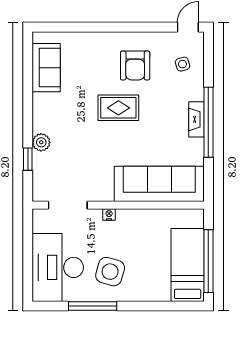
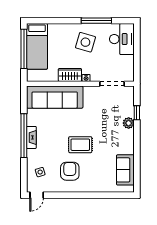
wardrobe: (135, 219) -> (70, 75), added
desk: (58, 267) -> (122, 39), width x0.73, depth x0.77

